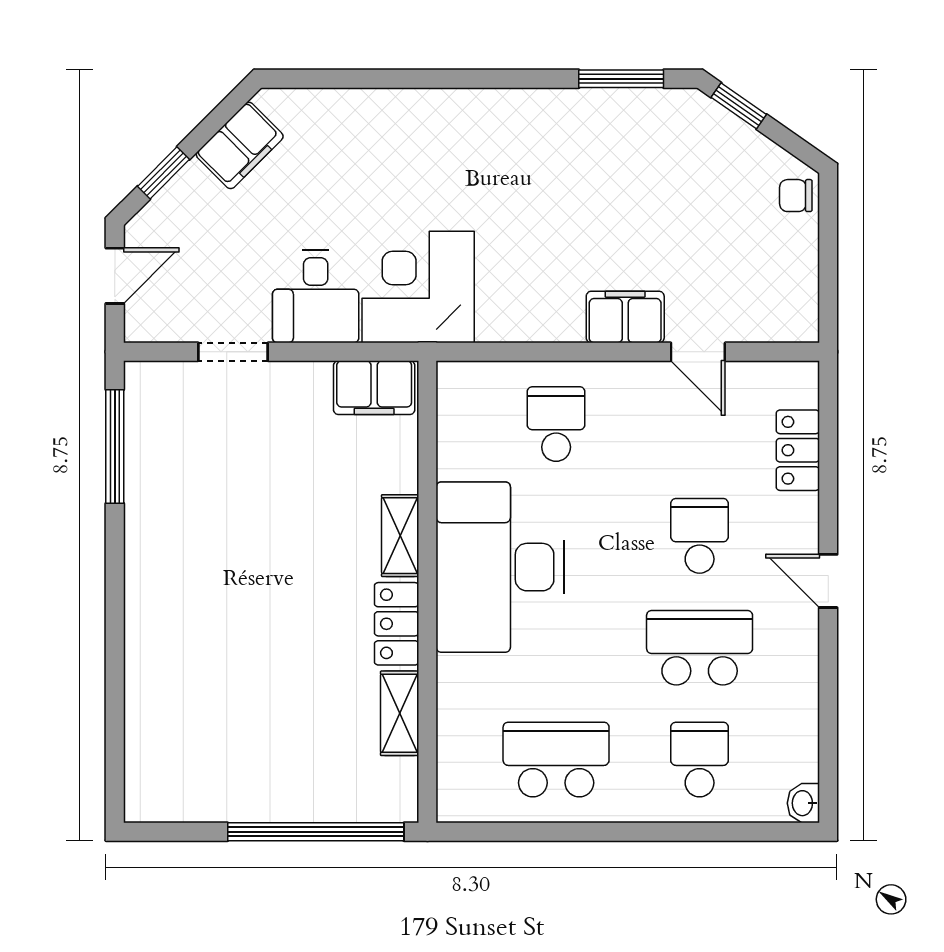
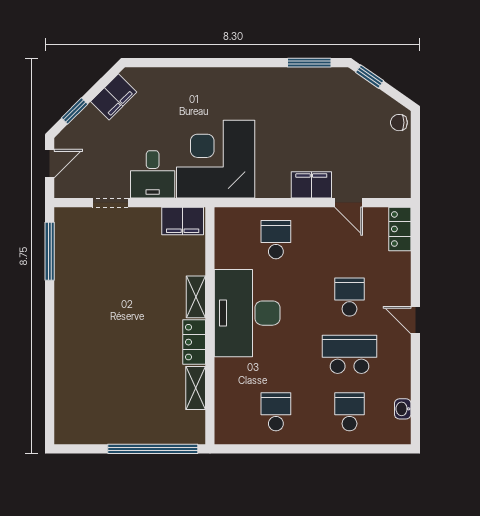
corner desk: (418, 287) -> (216, 159), width x1.36, depth x1.36
locker: (798, 450) -> (400, 229), moved
school desk: (556, 760) -> (276, 412), width x0.54
washbasin: (803, 803) -> (403, 409), moved

